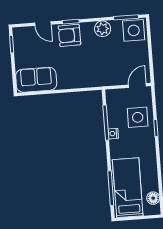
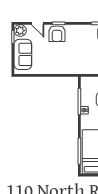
plant: (103, 29) -> (20, 31), moved
armchair: (70, 35) -> (57, 34), turned -89
sofa: (36, 80) -> (23, 54), moved, turned 90

